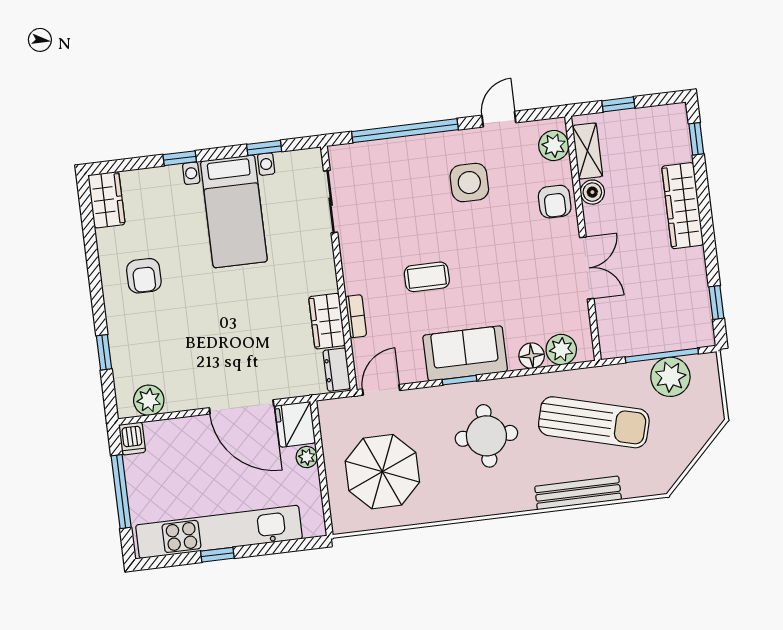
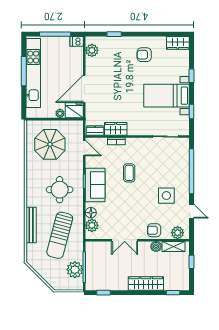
window: (217, 555) -> (24, 71), width x2.17

